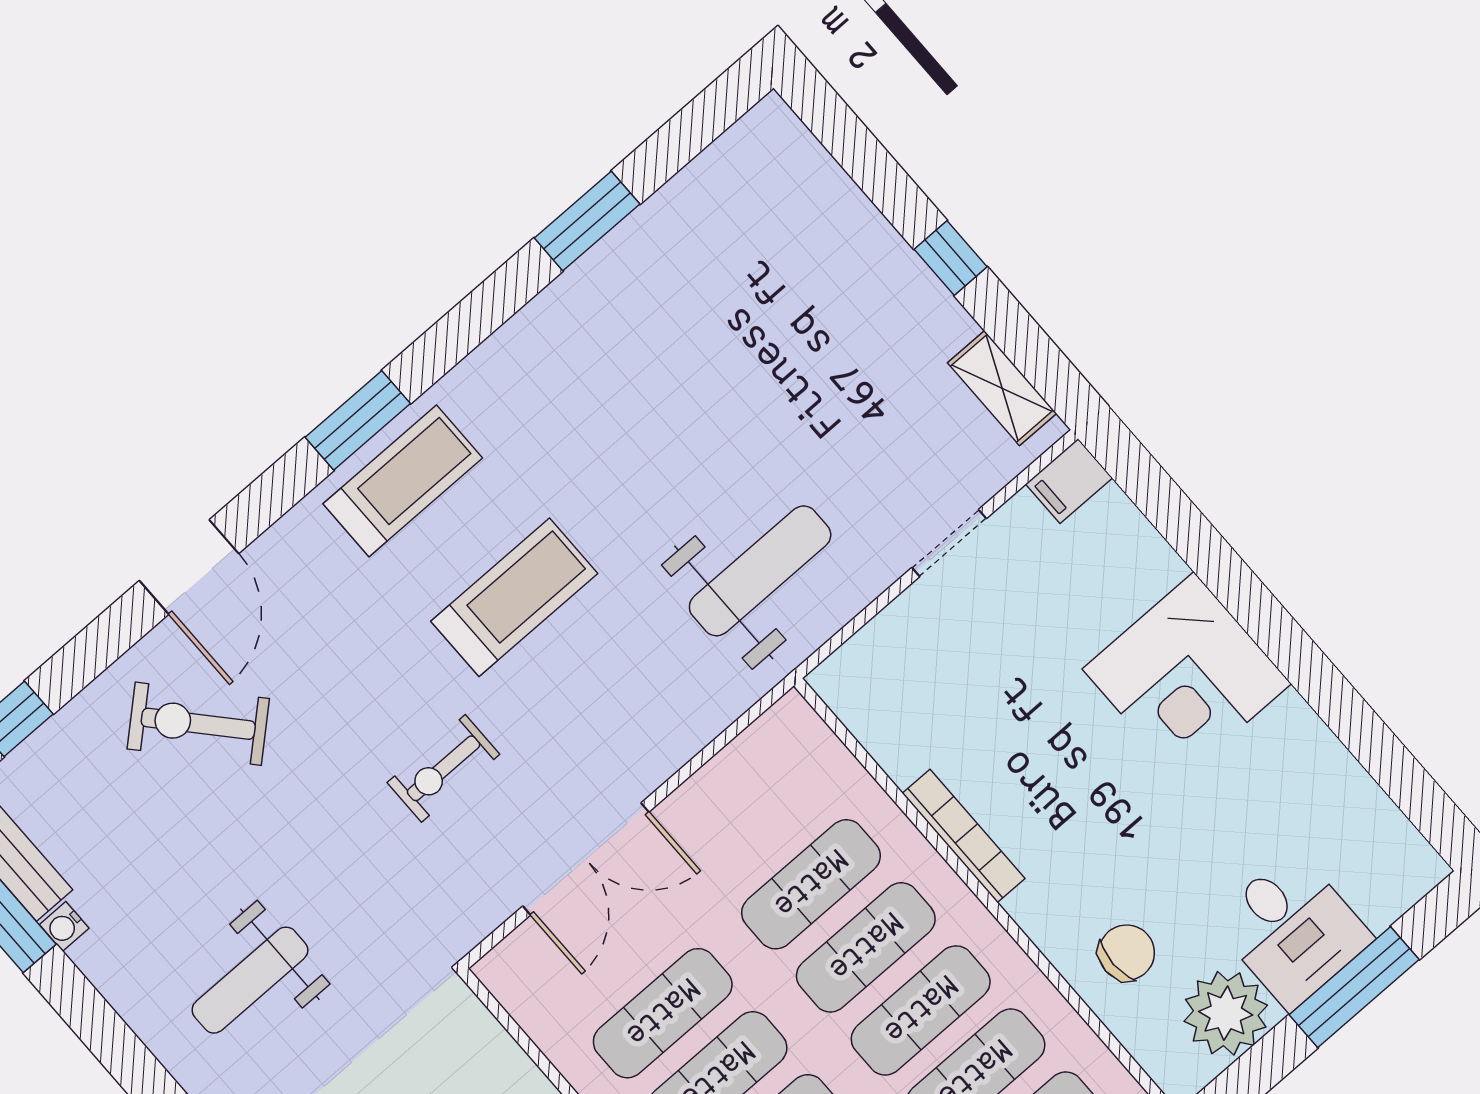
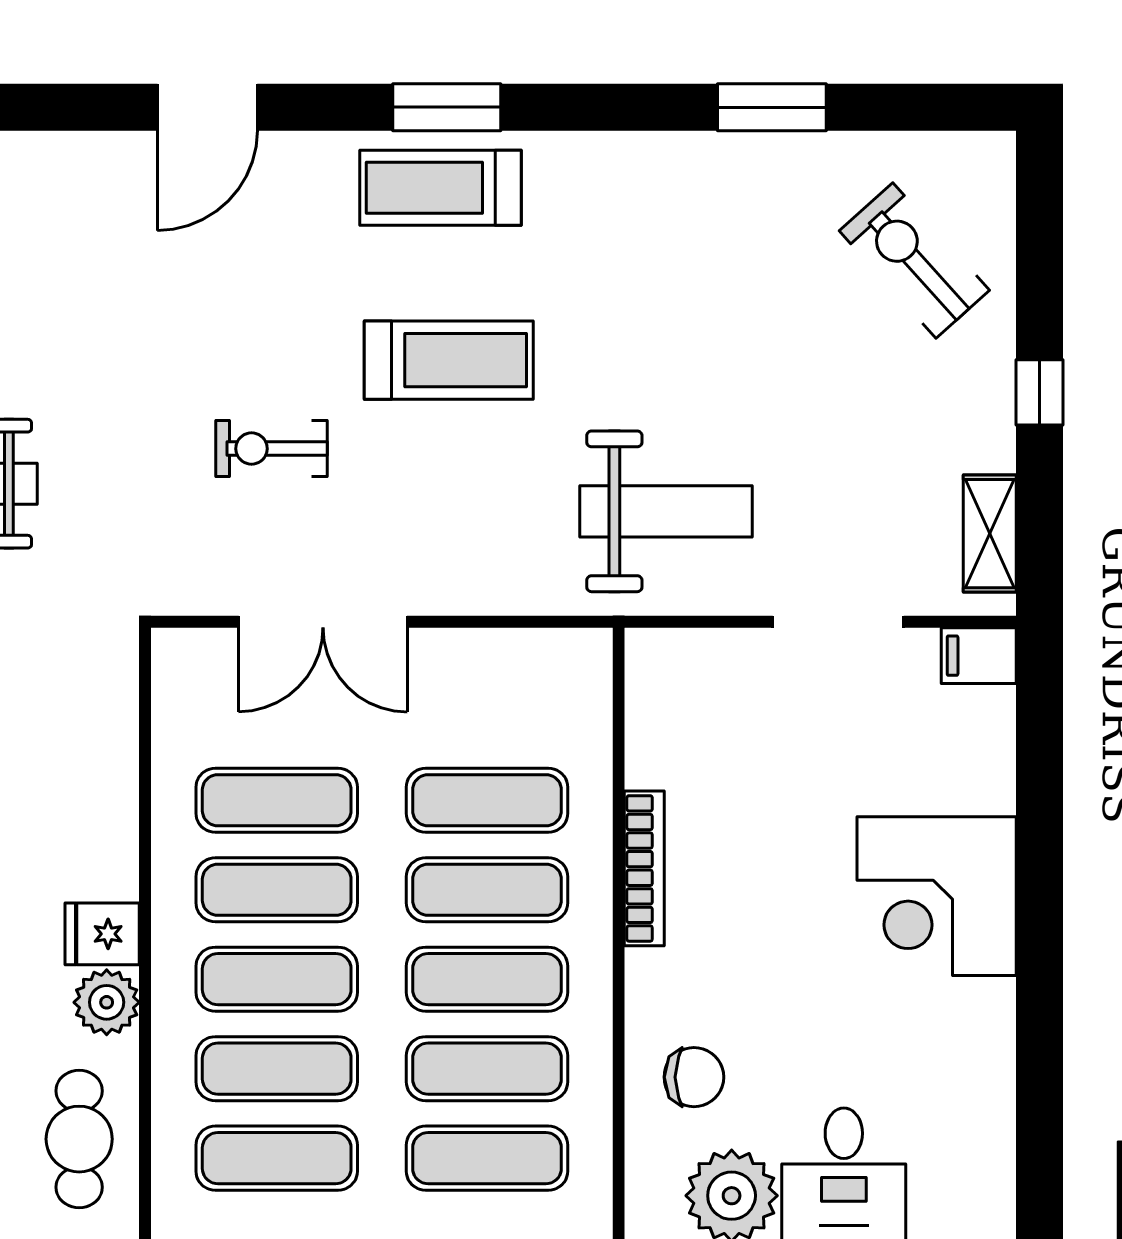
treadmill: (403, 481) -> (441, 188), turned 180
doorway: (949, 543) -> (838, 622), width x1.38
exercise bike: (198, 724) -> (914, 261), moved

